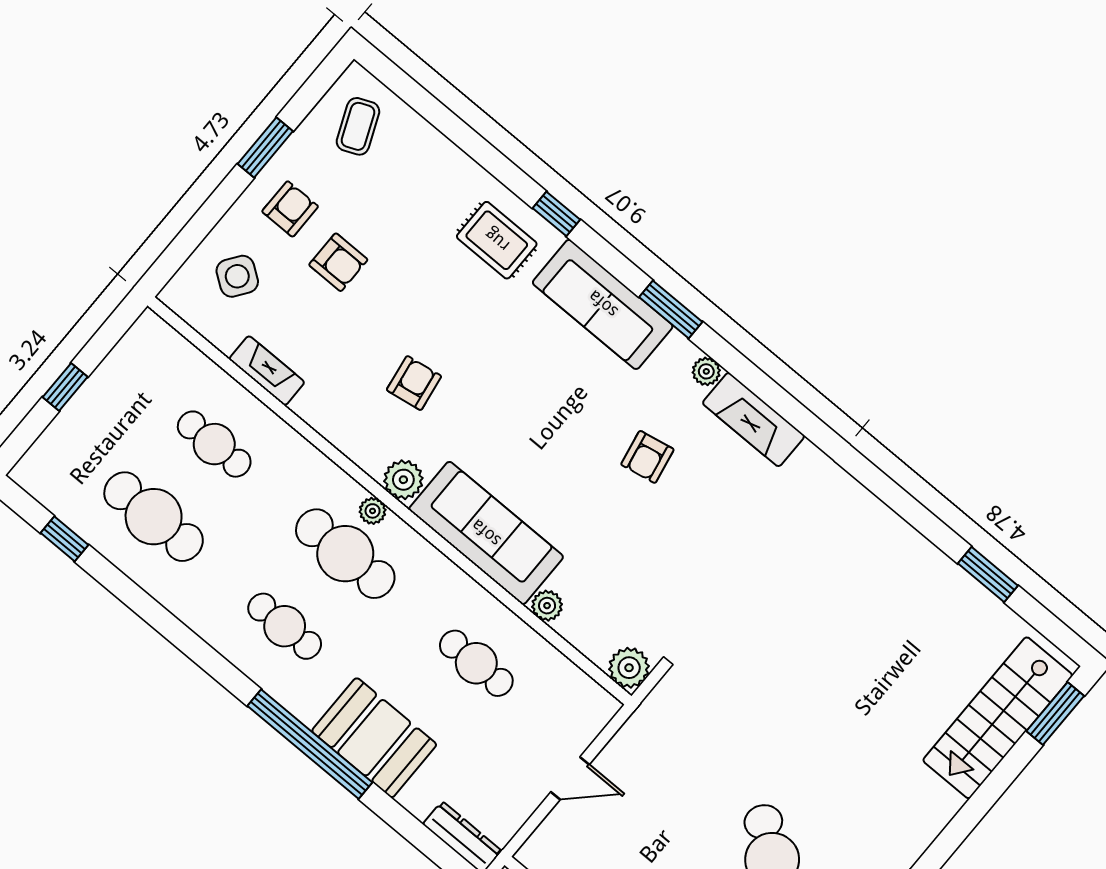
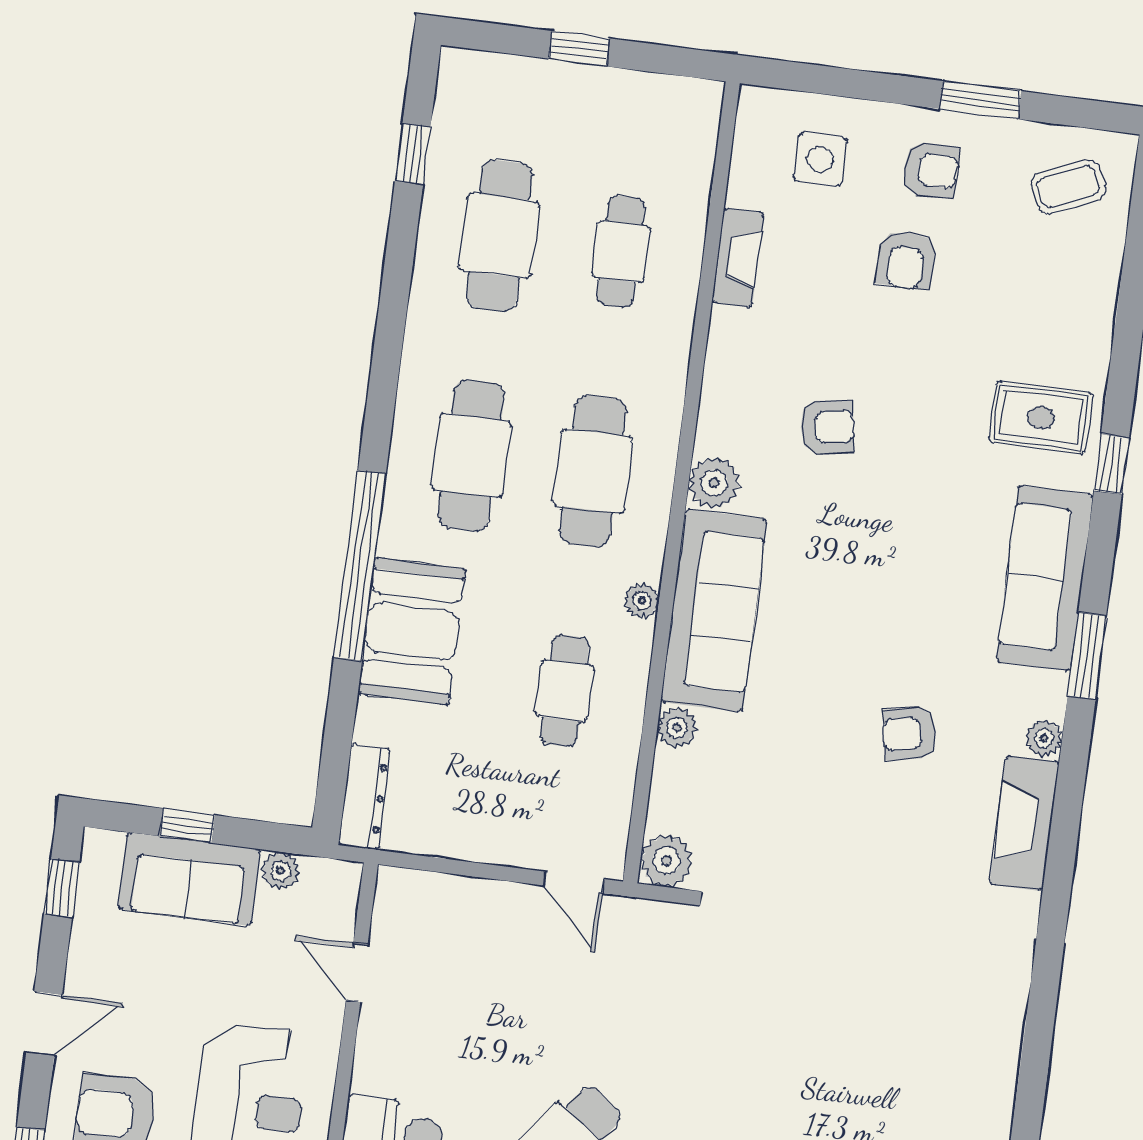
rug: (497, 240) -> (1041, 418), turned 90
side table: (237, 276) -> (820, 159), turned -35
plant: (373, 511) -> (642, 600), moved
cafe table: (285, 626) -> (471, 455), width x1.37, depth x1.35
door: (570, 778) -> (574, 882), moved

